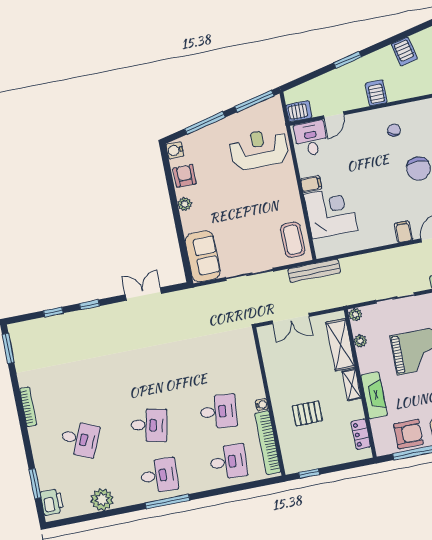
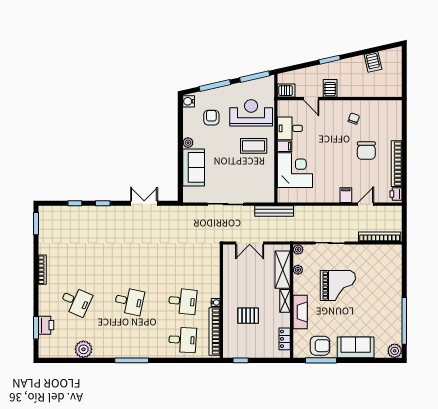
server rack: (376, 93) -> (330, 88), moved
door: (334, 115) -> (311, 99), hinge flipped
desk: (311, 138) -> (290, 128), moved, turned -90
armchair: (185, 176) -> (211, 118), moved
coffee table: (293, 240) -> (254, 146), moved, turned 90
sofa: (203, 256) -> (194, 167), moved
desk: (159, 475) -> (129, 340), removed
printer: (52, 502) -> (46, 325), moved

